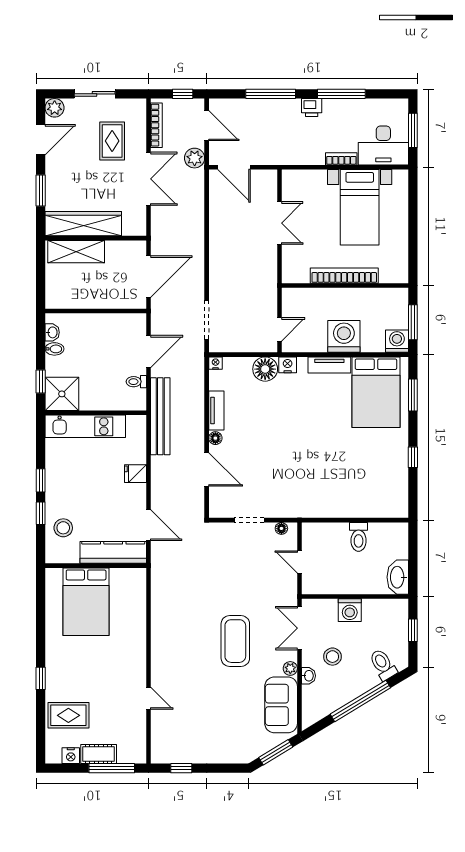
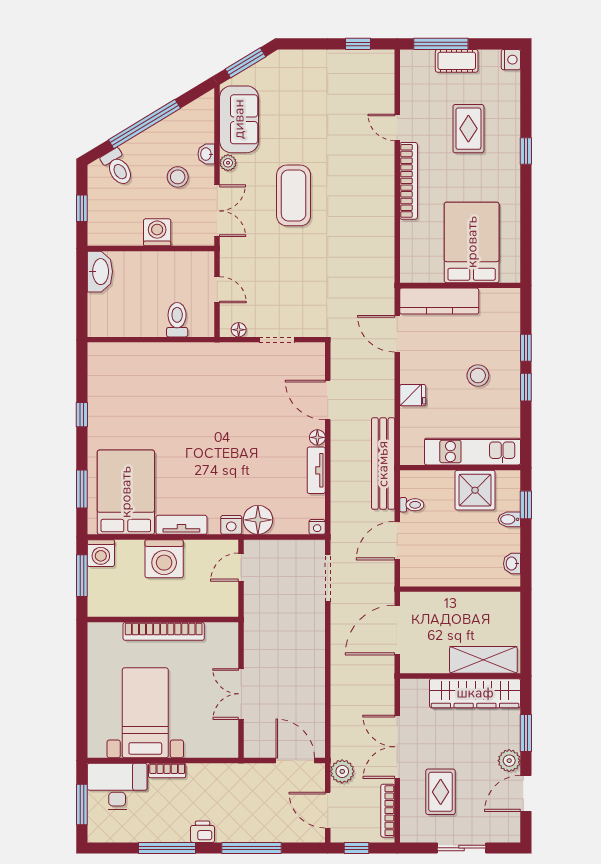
plant: (55, 108) -> (509, 761), moved
bidet: (54, 349) -> (509, 519), moved
shower: (62, 394) -> (475, 490), moved
stool: (63, 528) -> (478, 376), moved
toilet: (359, 537) -> (177, 320), moved
bookcase: (139, 653) -> (409, 181), added
rug: (68, 715) -> (468, 129), moved, turned 90
nightstand: (71, 756) -> (511, 60), moved, turned 90

